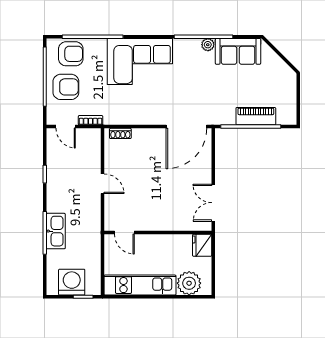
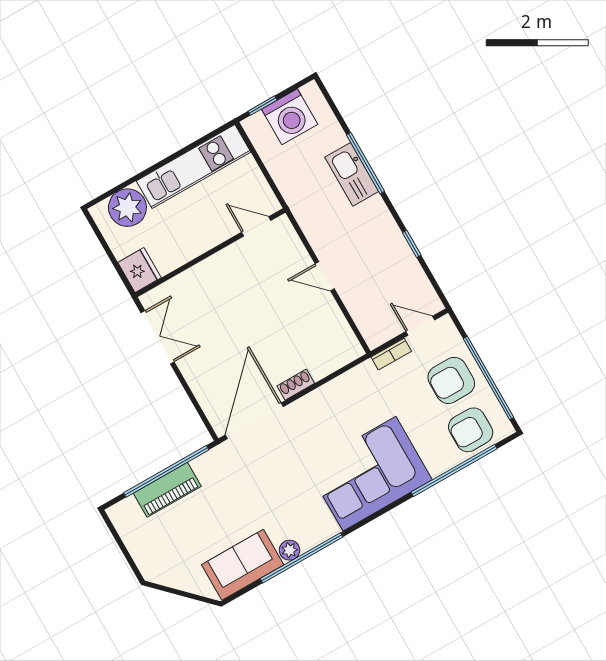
shoe rack: (120, 133) -> (296, 385), moved

